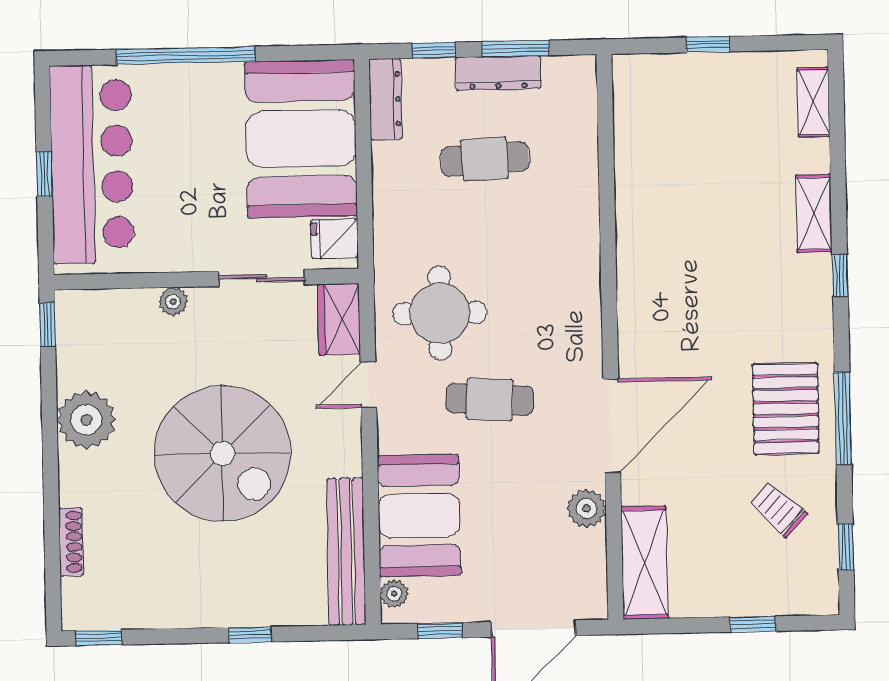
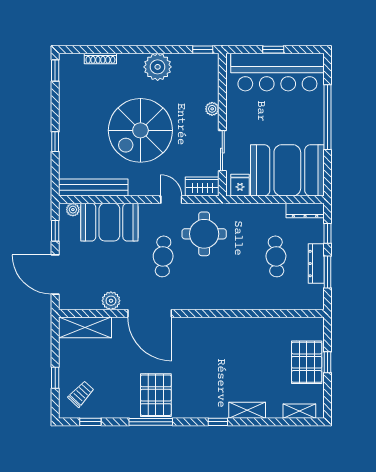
pallet: (709, 89) -> (307, 362), added
pallet: (786, 409) -> (156, 395), turned 90
trolley: (778, 509) -> (81, 394), moved

